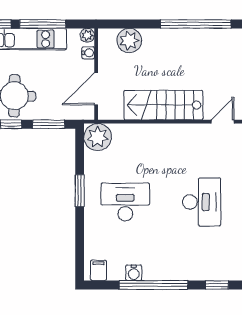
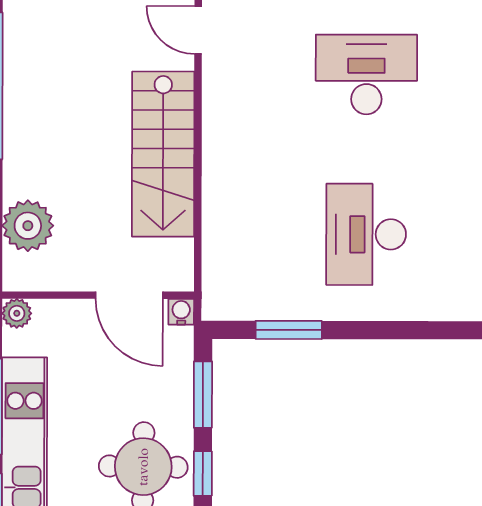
water cooler: (88, 53) -> (181, 312), moved
plant: (98, 137) -> (230, 292), removed
window: (80, 191) -> (289, 330), moved

